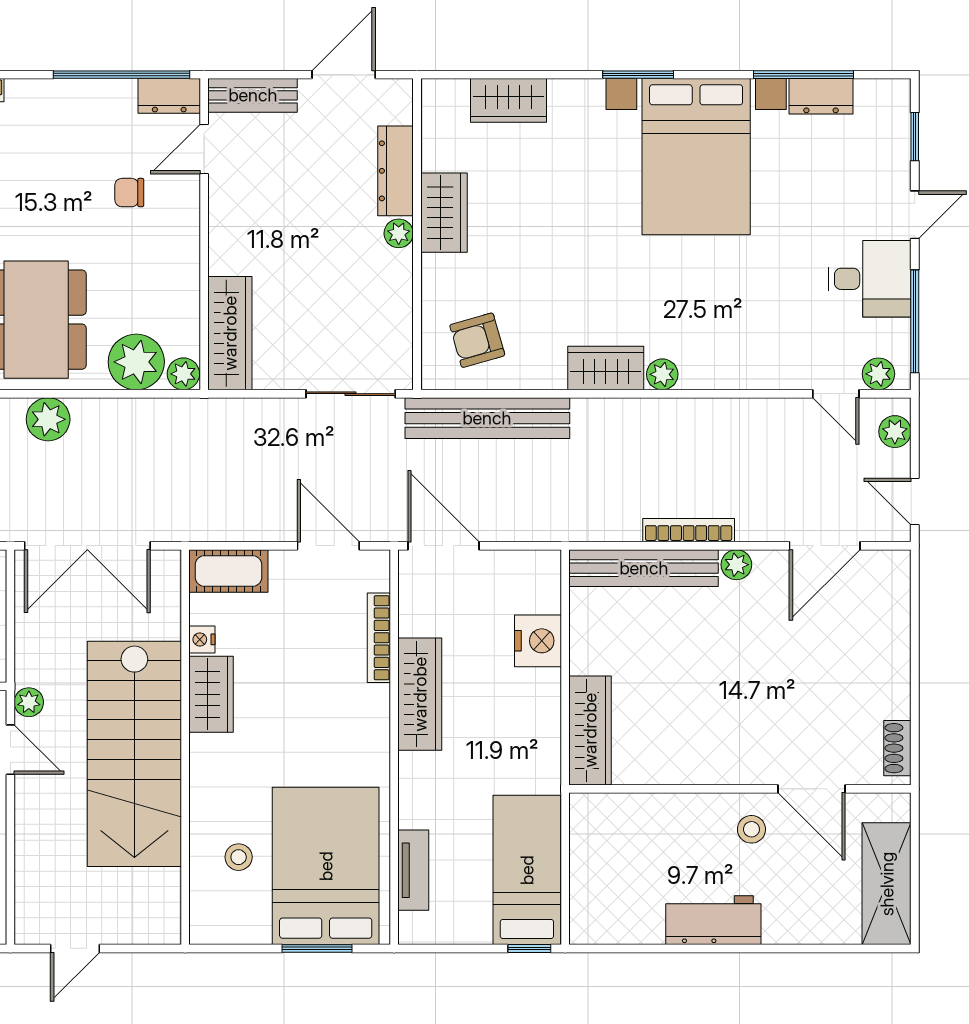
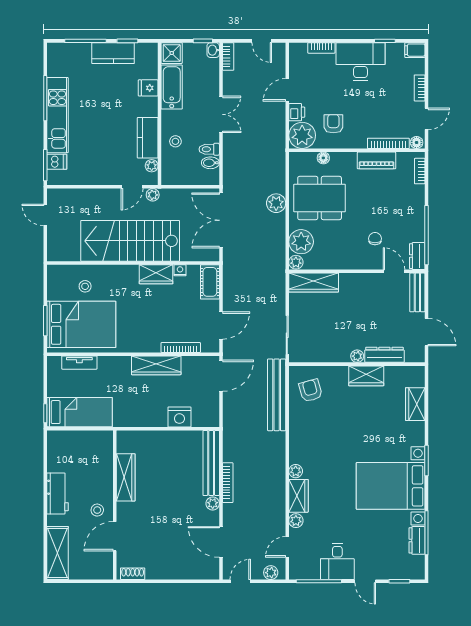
wardrobe: (606, 368) -> (298, 496), moved
plant: (878, 374) -> (296, 521), moved
wardrobe: (590, 730) -> (126, 477), moved, turned -90
shelving: (887, 884) -> (58, 553), moved, turned 90

